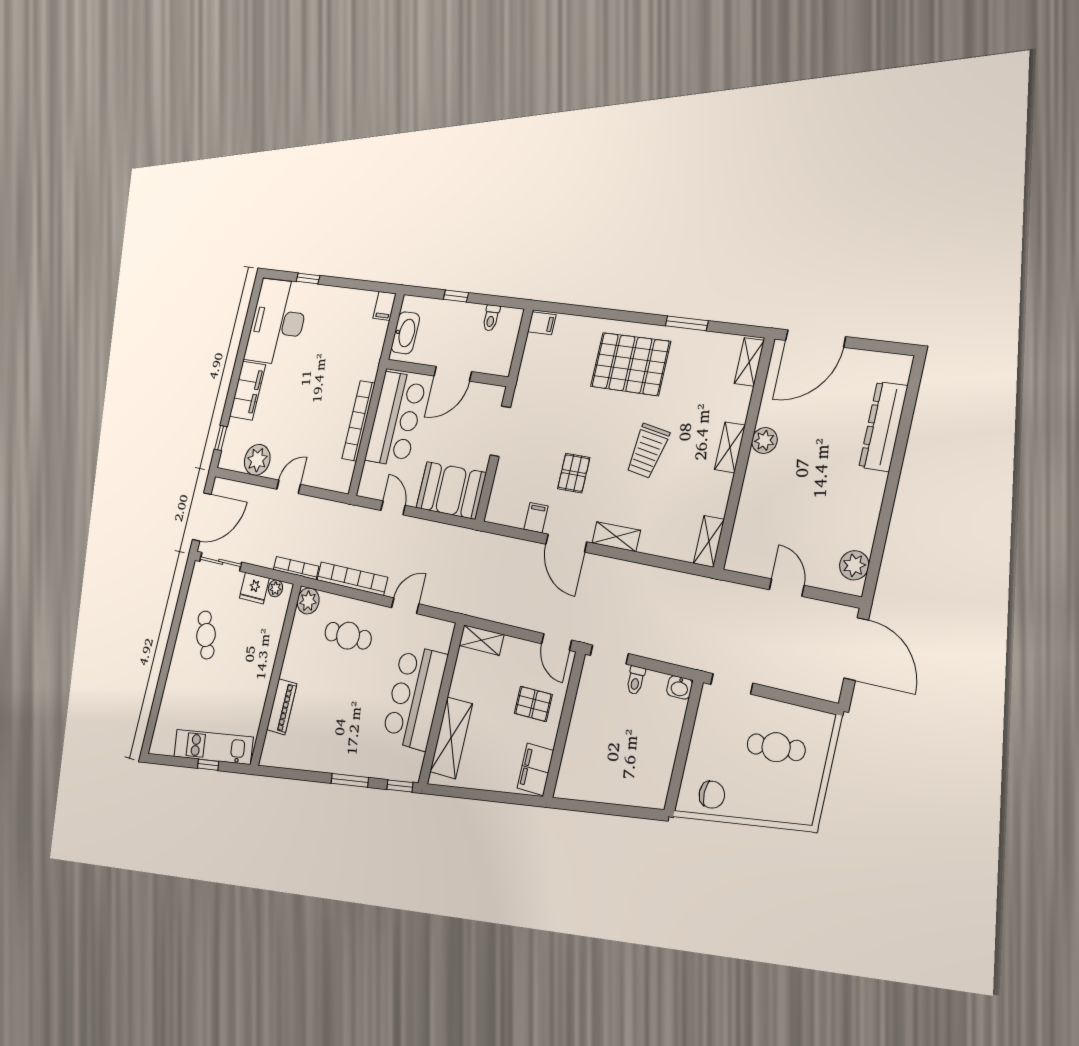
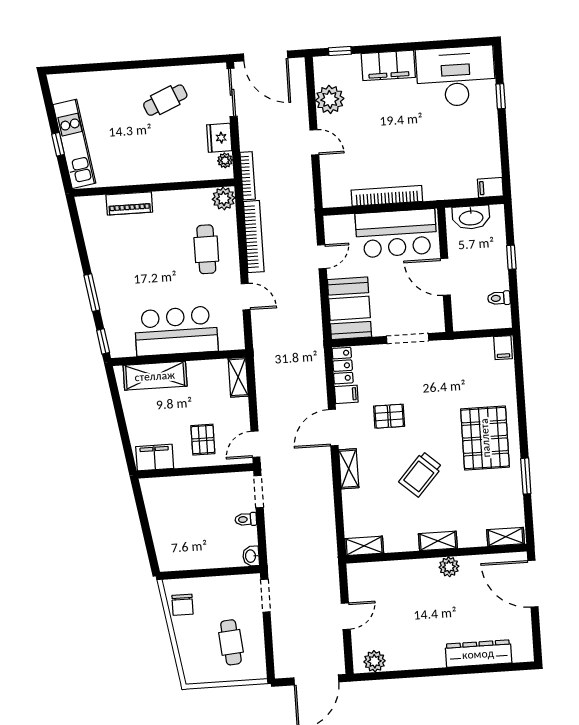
trolley: (648, 451) -> (420, 474), turned -58
locker: (505, 514) -> (343, 366), added

